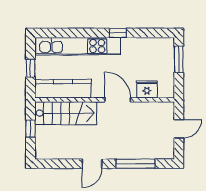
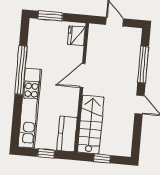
window: (118, 33) -> (21, 70), width x3.17
kitchen counter: (63, 89) -> (67, 134), width x0.67
fridge: (147, 89) -> (76, 36), moved

